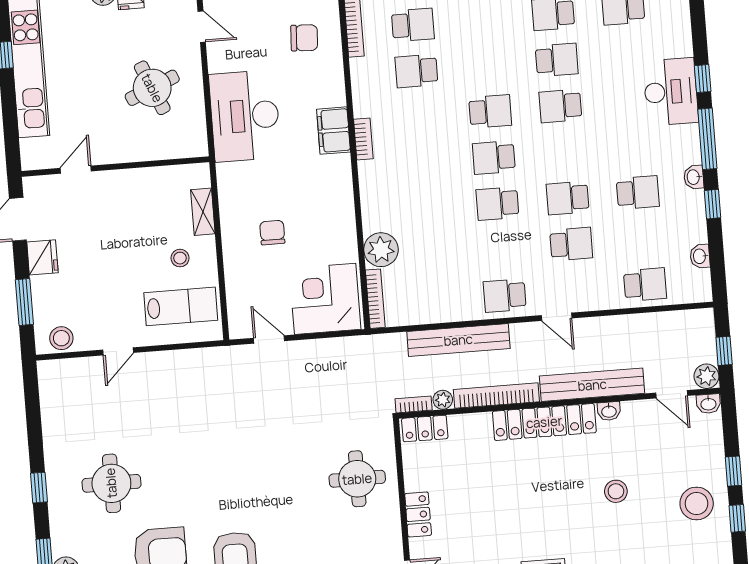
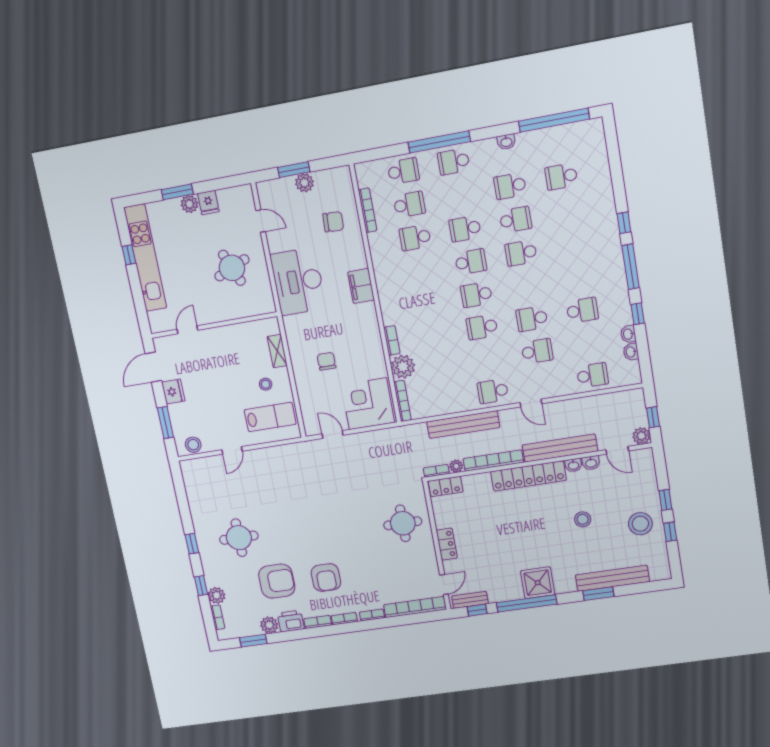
school desk: (487, 65) -> (465, 229), added
desk: (671, 92) -> (601, 235), removed
bookcase: (363, 139) -> (392, 340), moved
washbasin: (694, 177) -> (628, 334), moved
washbasin: (708, 404) -> (591, 463), moved

